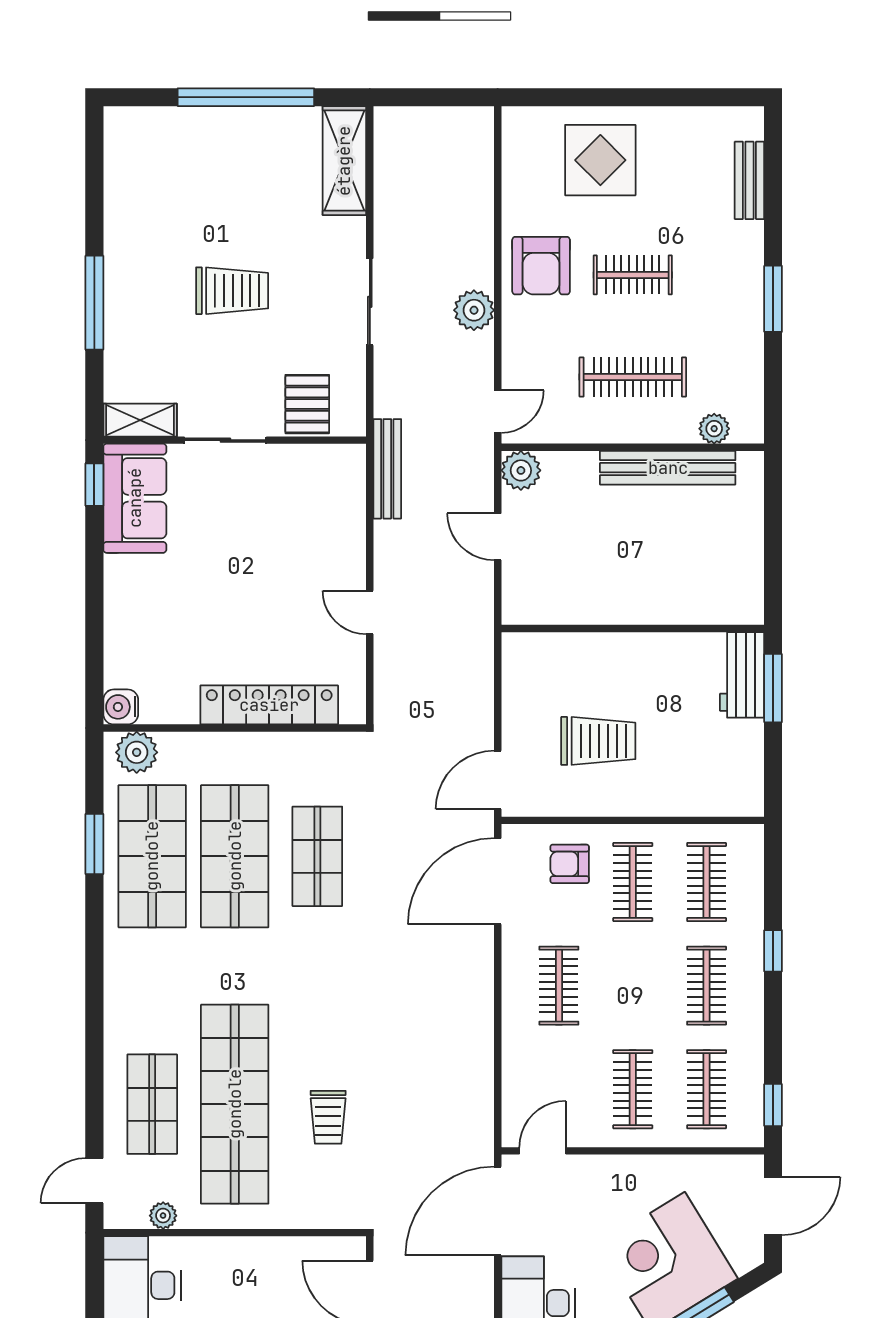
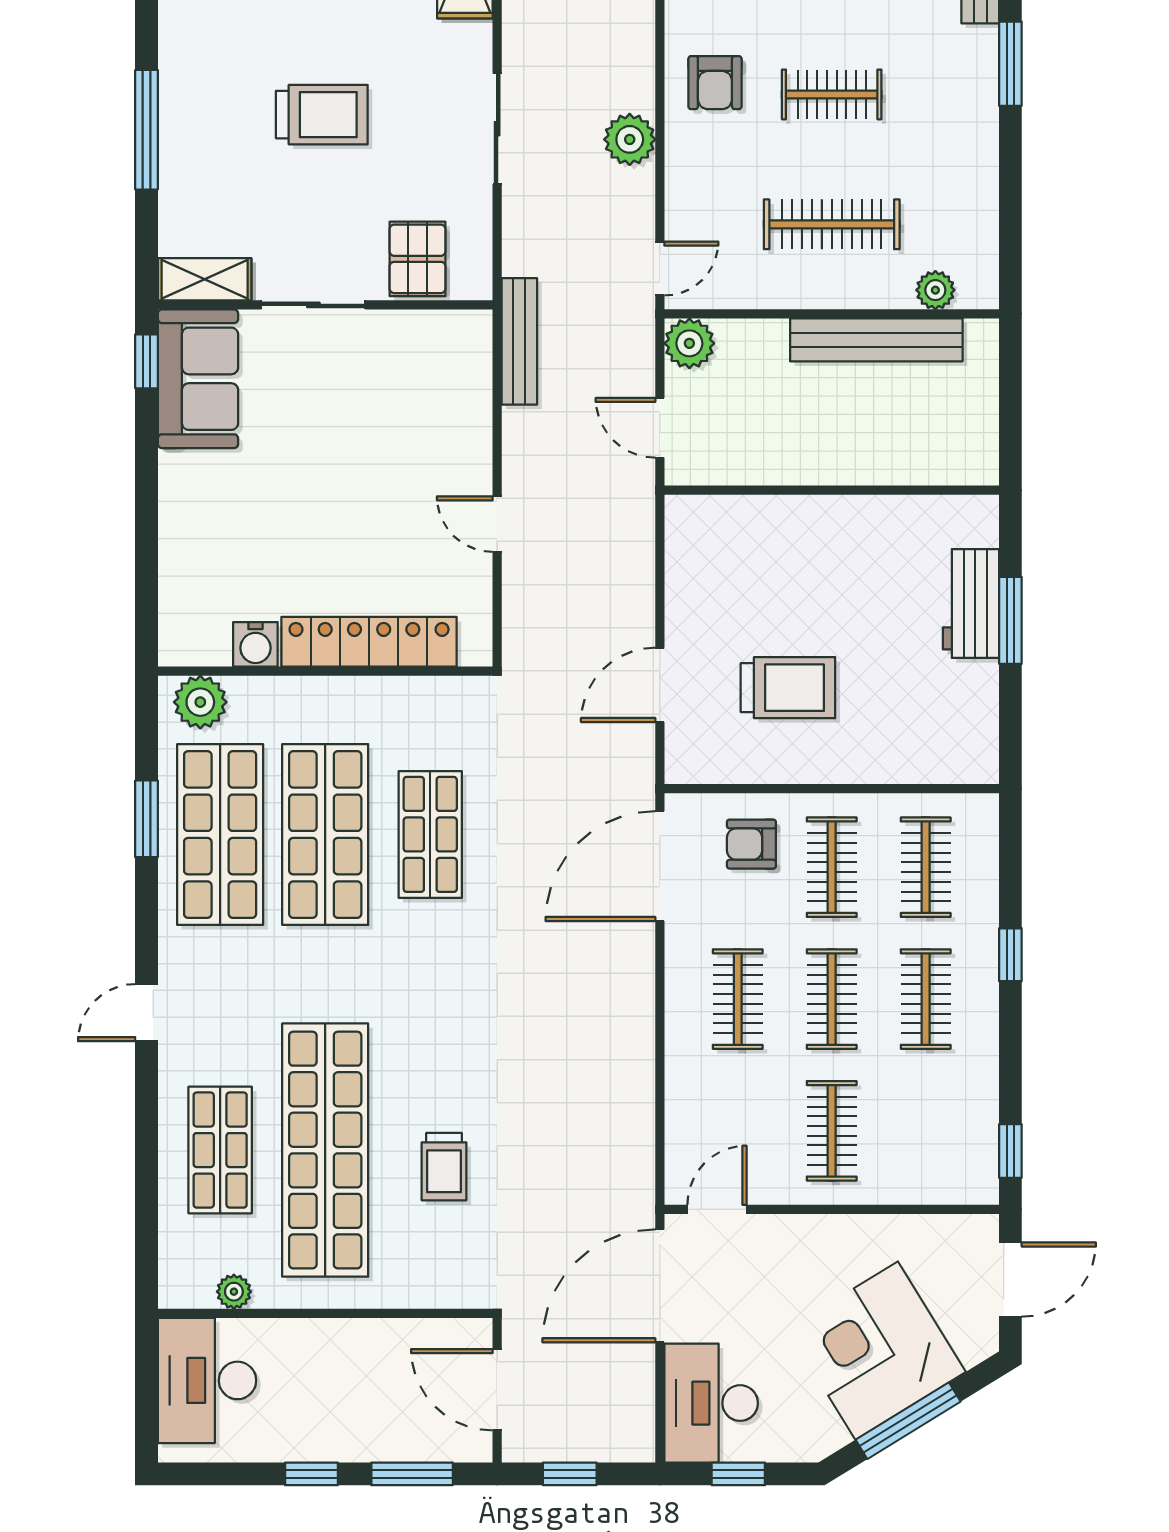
armchair: (541, 266) -> (715, 83), width x0.72, depth x0.72
window: (773, 299) -> (1010, 64), moved
wall: (633, 628) -> (832, 490), moved
water cooler: (121, 707) -> (255, 644), moved, turned -90
door: (498, 780) -> (660, 685), moved
clothes rail: (707, 1089) -> (832, 999), moved
door: (94, 1181) -> (147, 1013), moved

